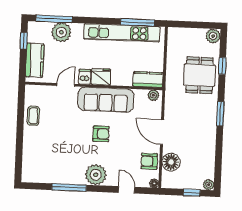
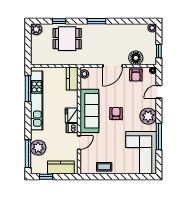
door: (66, 85) -> (79, 143), swing flipped
corner sofa: (49, 164) -> (141, 153), added
window: (192, 193) -> (159, 51), moved

